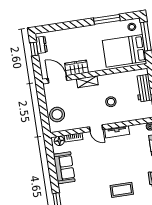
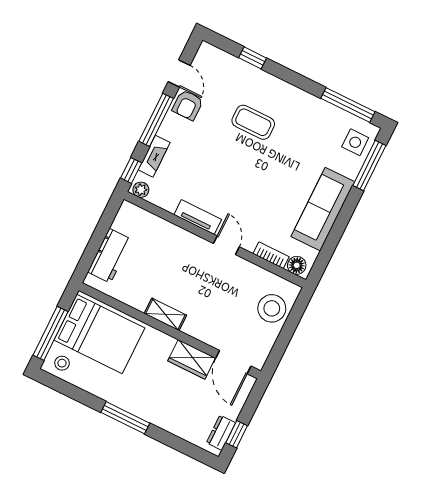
window: (107, 19) -> (125, 418), moved
shelving: (87, 82) -> (165, 314), moved
stool: (111, 102) -> (175, 270), removed
sofa: (64, 168) -> (323, 209), width x1.36

